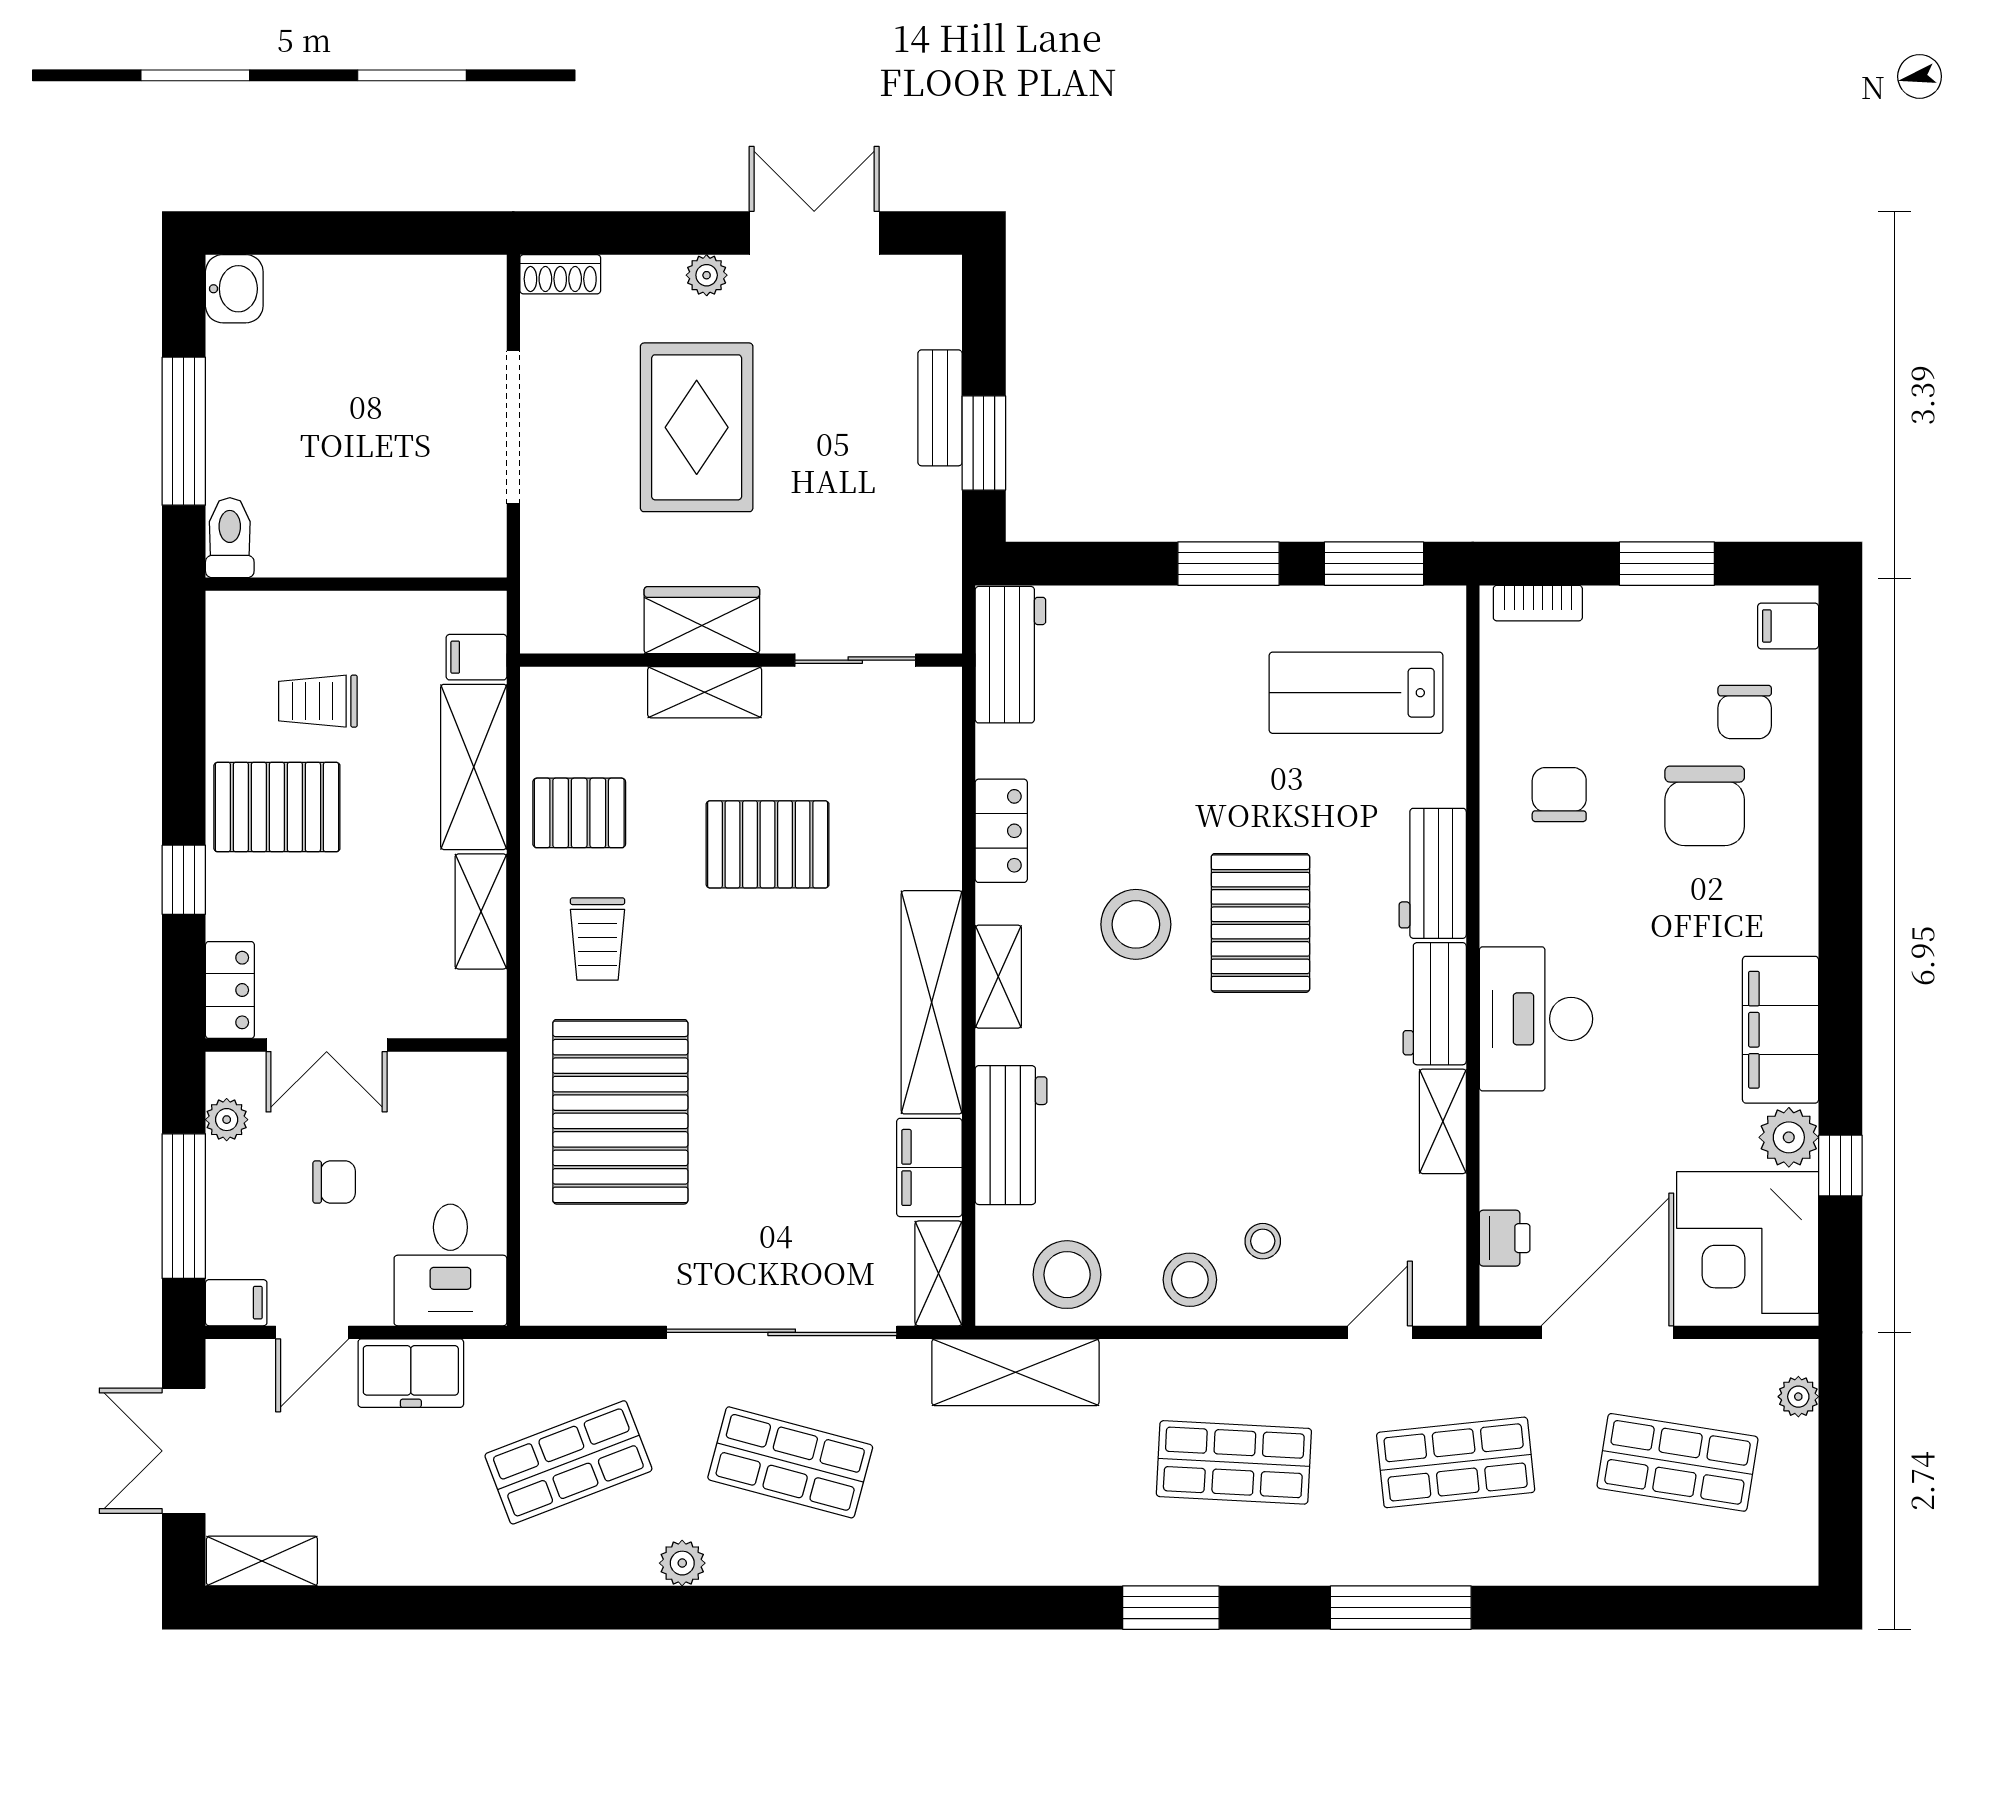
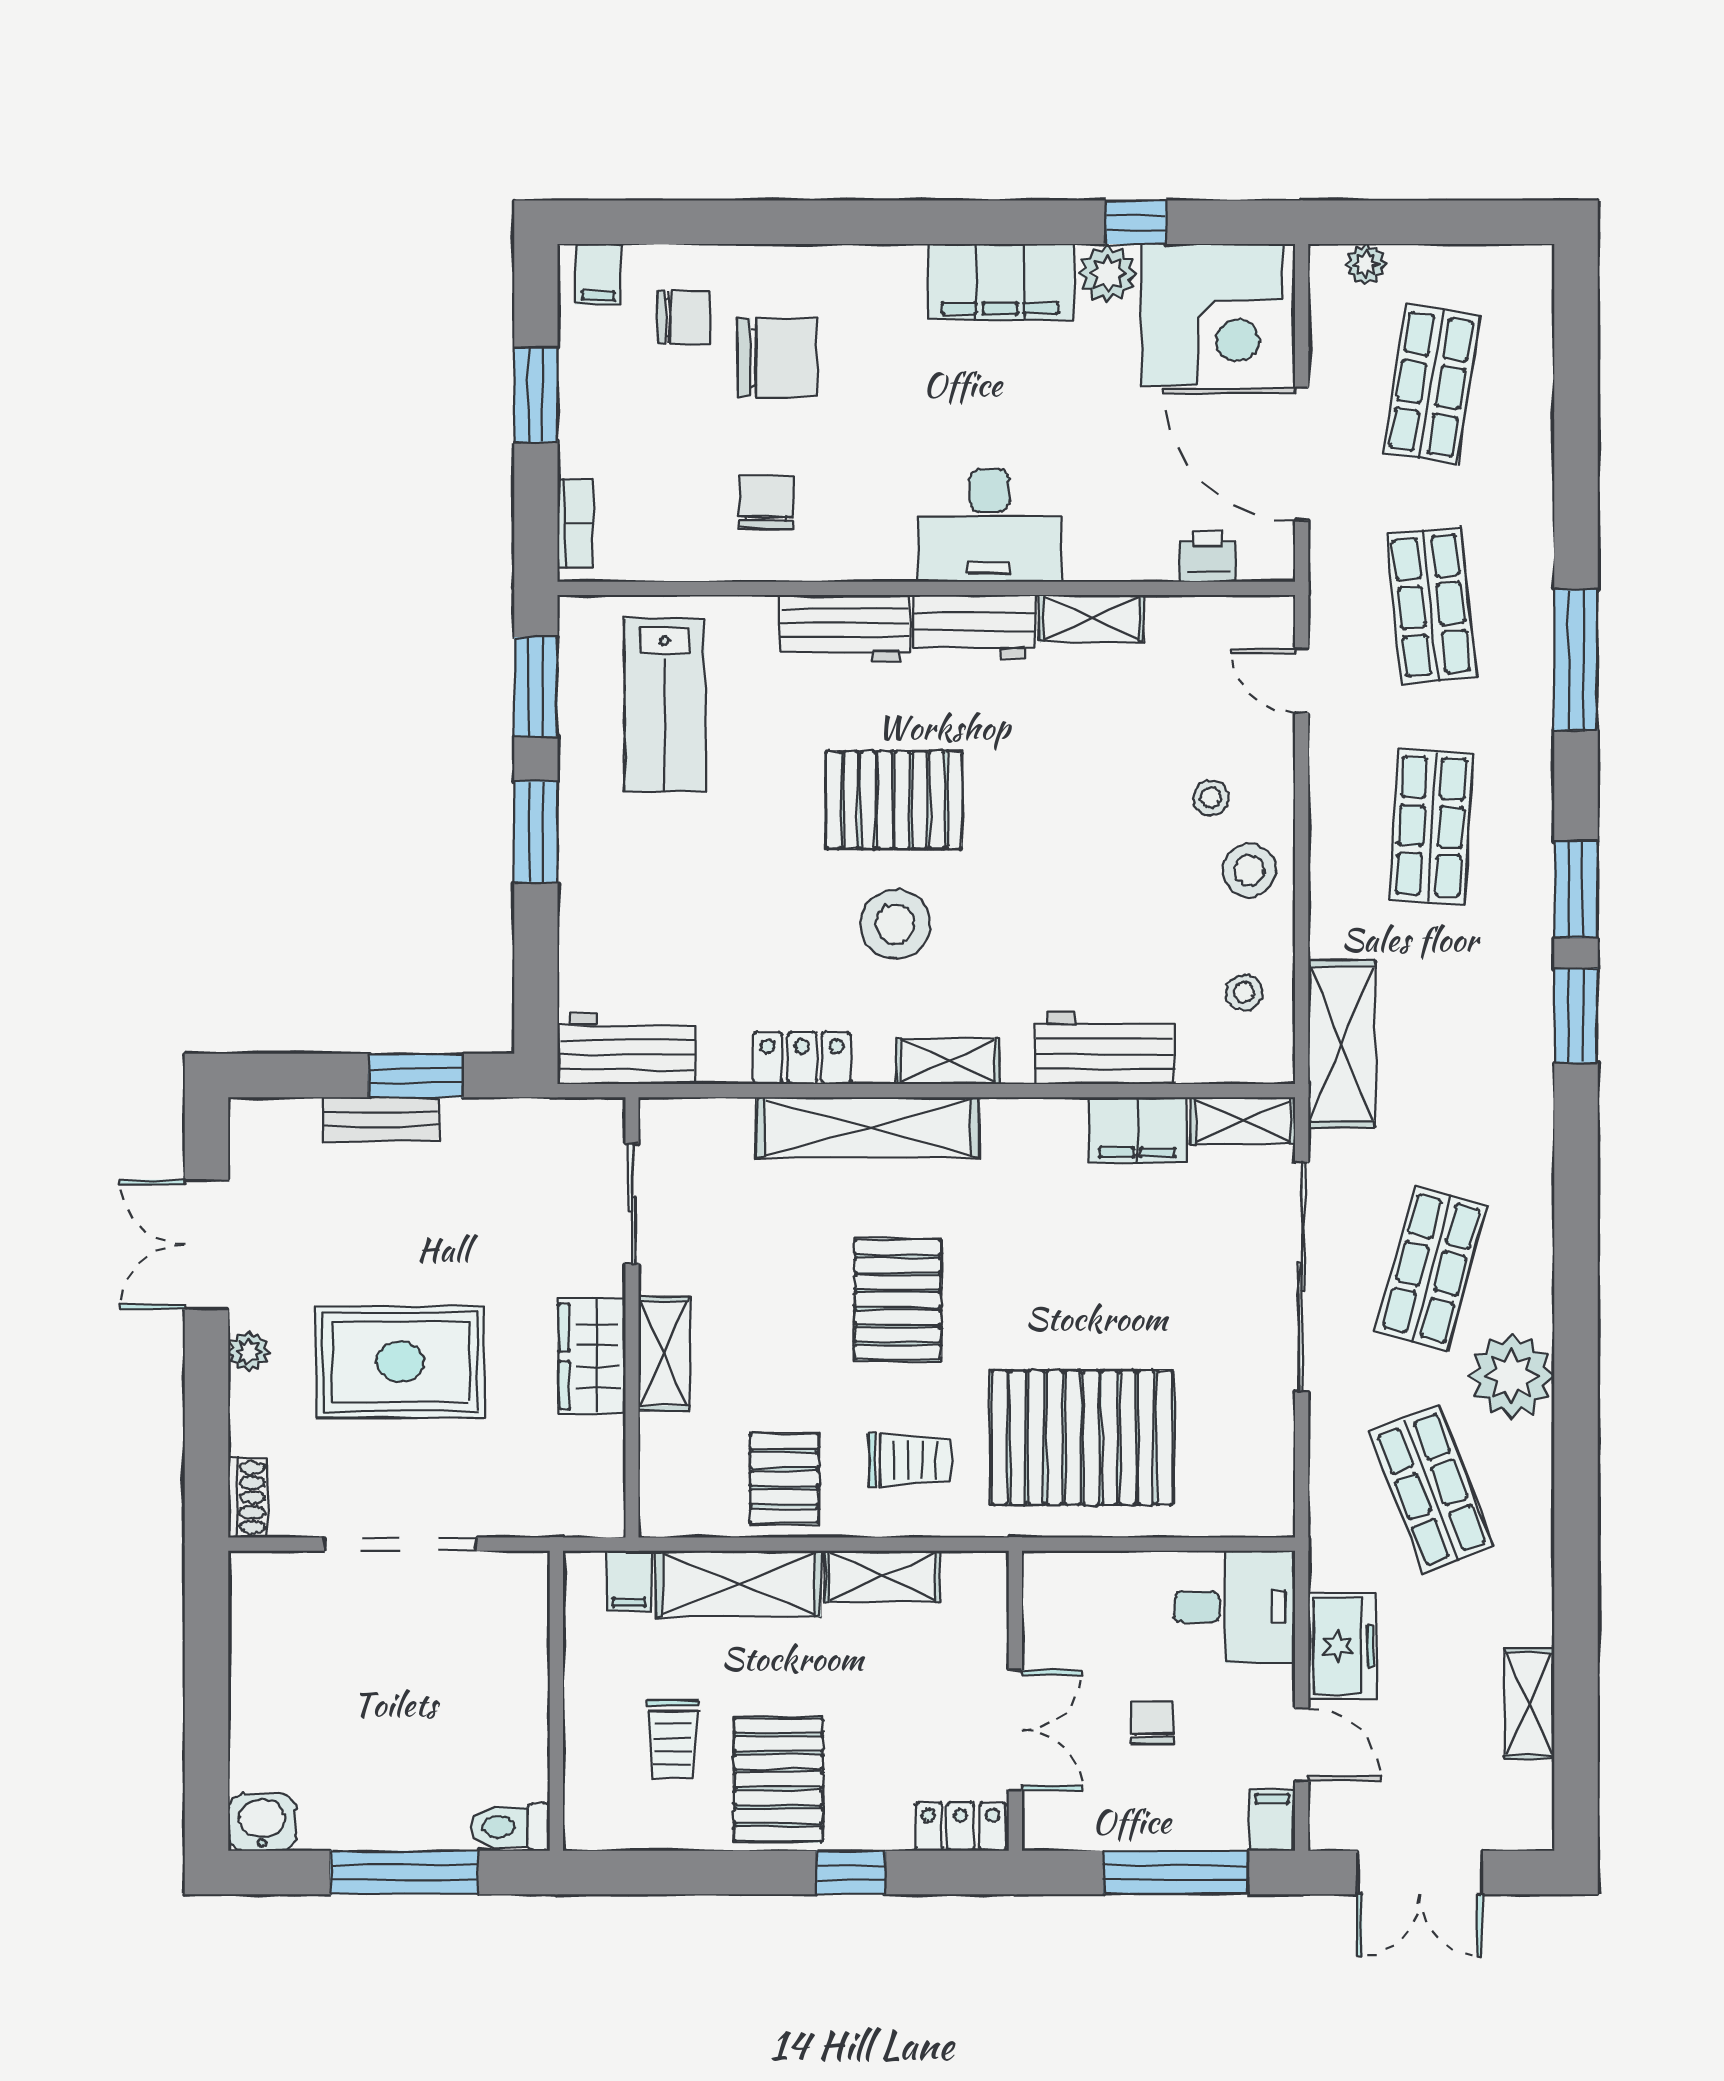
chair: (1559, 795) -> (766, 502), turned 91
pallet: (768, 844) -> (898, 1300), moved
shelving: (932, 1002) -> (868, 1127), moved
plant: (227, 1120) -> (1090, 1830), removed
stool: (1067, 1275) -> (1244, 993), width x0.53, depth x0.53
shelving: (262, 1561) -> (1529, 1704), moved
plant: (682, 1563) -> (1512, 1376), width x1.88, depth x1.88
window: (1044, 1608) -> (1576, 1016), added

